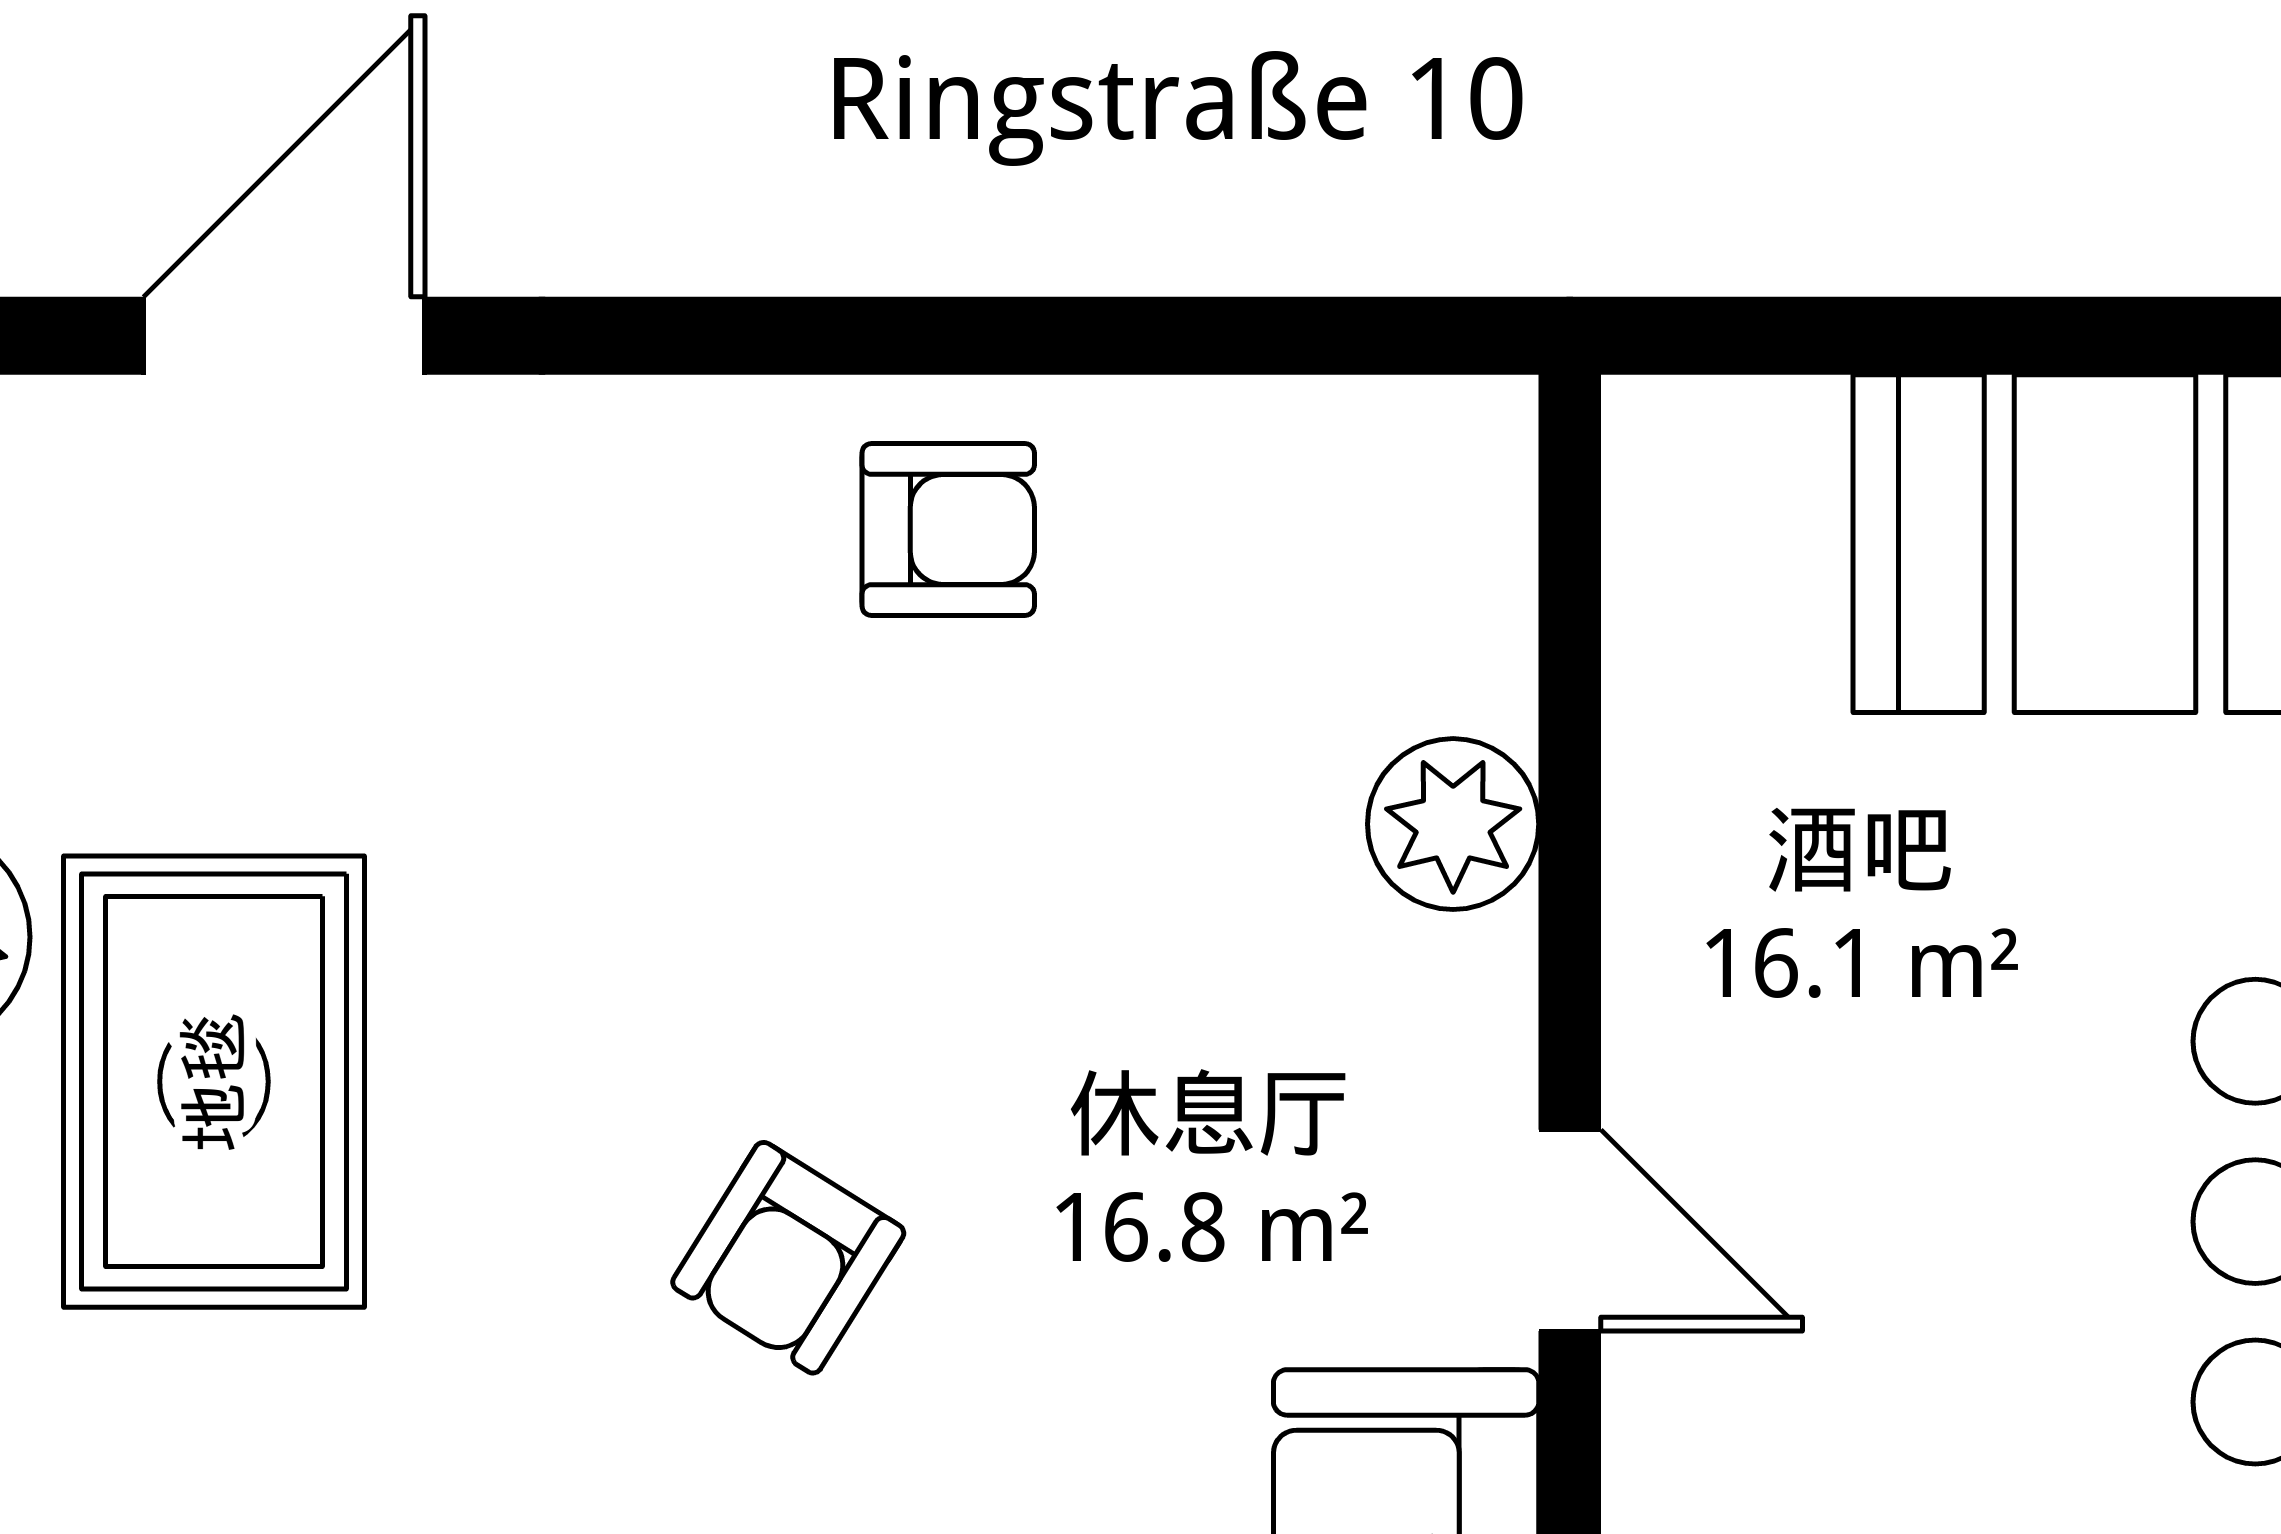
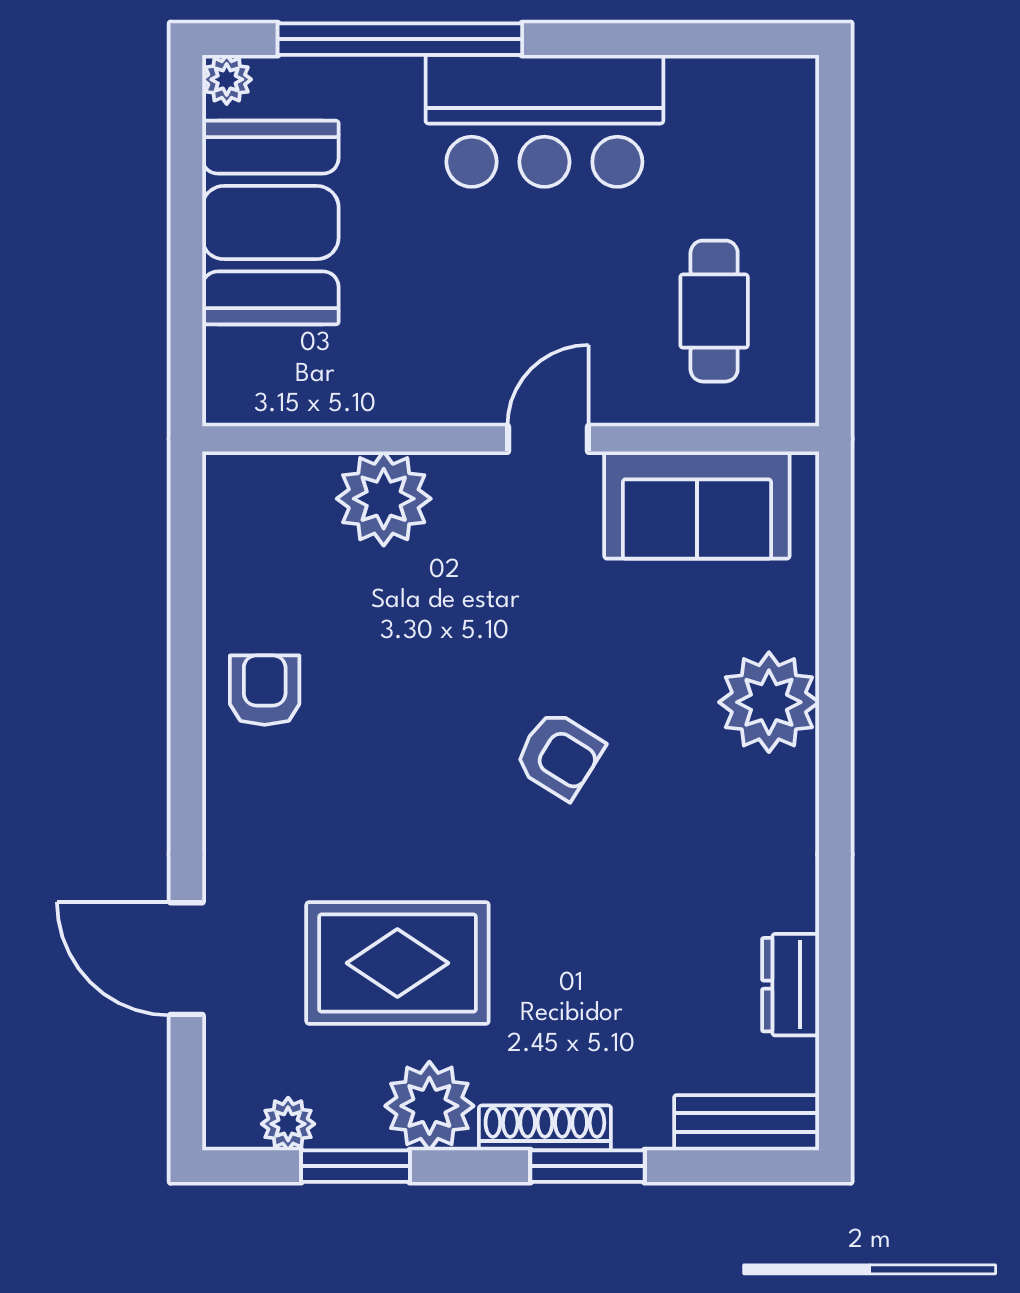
plant: (1453, 824) -> (384, 499), width x1.36, depth x1.36
rug: (214, 1082) -> (397, 963), moved

